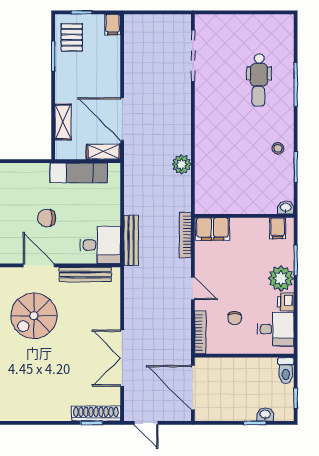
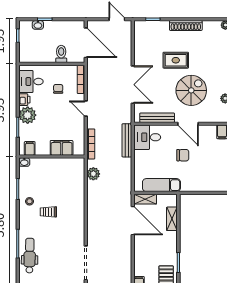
dental chair: (259, 80) -> (30, 256), moved
trolley: (249, 132) -> (48, 212), added
plant: (181, 164) -> (93, 174), moved
filing cabinet: (212, 229) -> (62, 148), moved
double door: (122, 358) -> (133, 85), moved
rug: (57, 361) -> (176, 60), added
toilet: (286, 371) -> (61, 54), moved
shoe rack: (96, 414) -> (186, 26), moved

